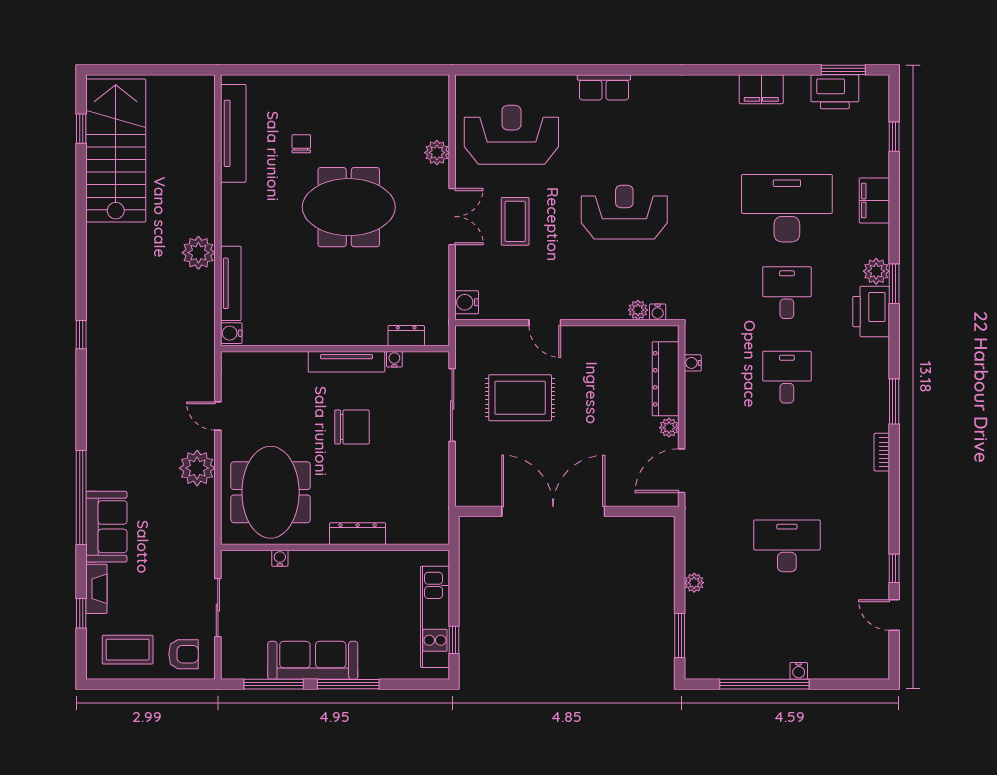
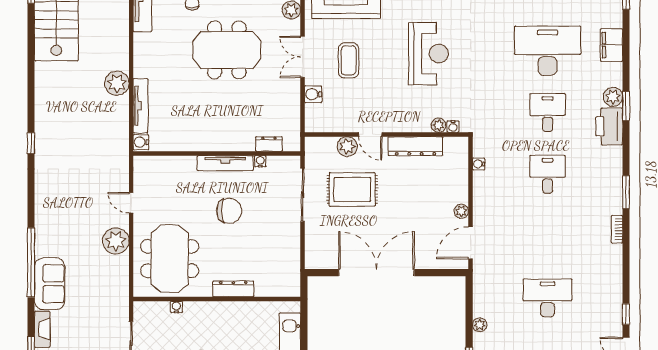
reception desk: (624, 212) -> (429, 54), turned 90
double door: (452, 217) -> (303, 57), swing flipped
water cooler: (467, 302) -> (313, 94), moved
plant: (513, 339) -> (347, 147), added
dresser: (666, 379) -> (415, 146), moved, turned -90

